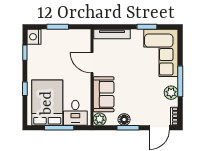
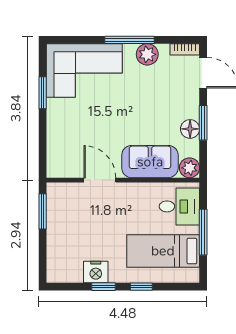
window: (58, 27) -> (43, 211), moved
tv unit: (112, 34) -> (54, 148), removed
nightstand: (34, 37) -> (96, 272), moved
window: (25, 53) -> (104, 287), moved
door: (92, 63) -> (100, 180), swing flipped
bed: (47, 103) -> (163, 251), width x0.67

